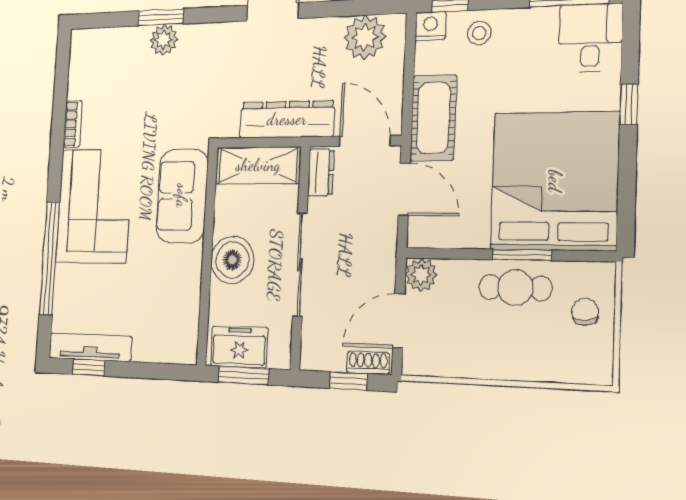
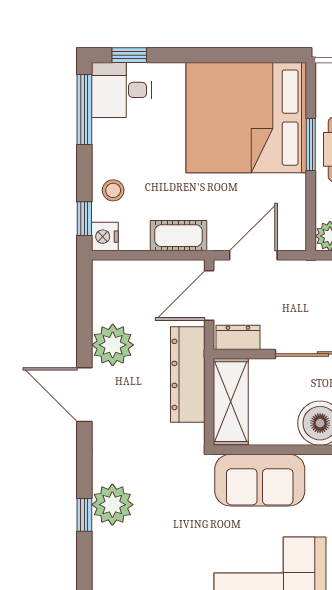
window: (161, 17) -> (84, 515), width x0.67
plant: (365, 37) -> (113, 345), moved
plant: (164, 40) -> (112, 505), width x1.36, depth x1.36
window: (629, 104) -> (129, 55), moved
cot: (433, 118) -> (178, 236), width x0.73, depth x0.75

